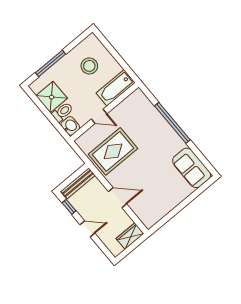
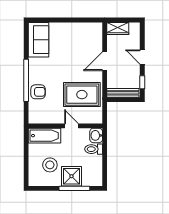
shower: (52, 97) -> (71, 176), moved
armchair: (154, 122) -> (38, 92), added
door: (117, 198) -> (105, 61), hinge flipped

